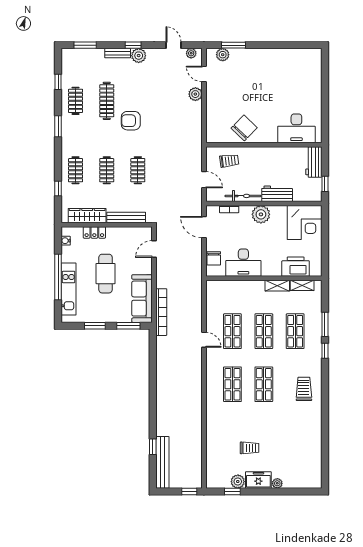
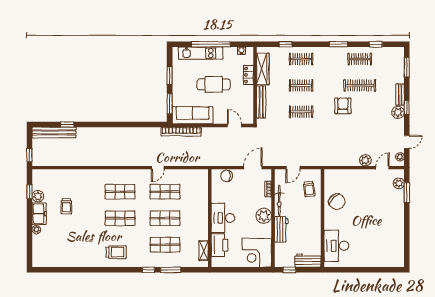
desk: (243, 263) -> (223, 218), moved
shelving: (277, 286) -> (203, 230), removed

